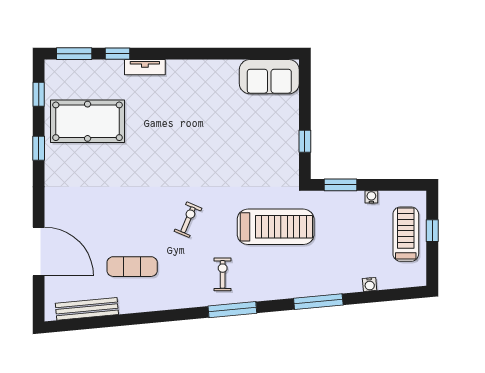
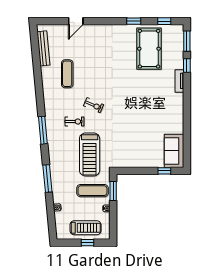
window: (305, 141) -> (164, 171), moved
exercise mat: (340, 222) -> (92, 191), added
door: (39, 251) -> (76, 21), width x0.53
exercise bike: (223, 274) -> (74, 121), moved

